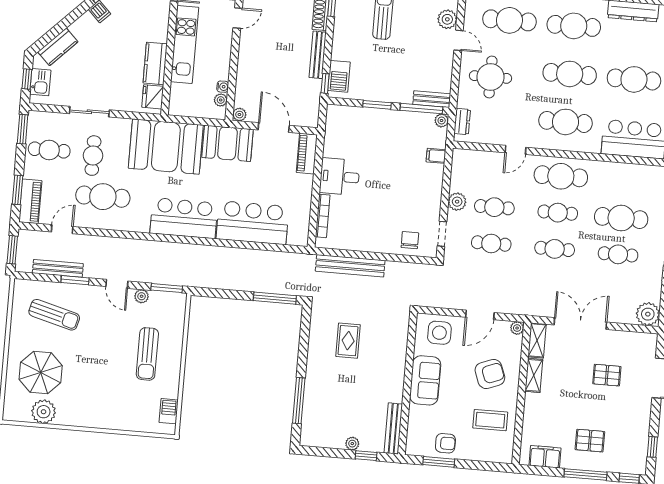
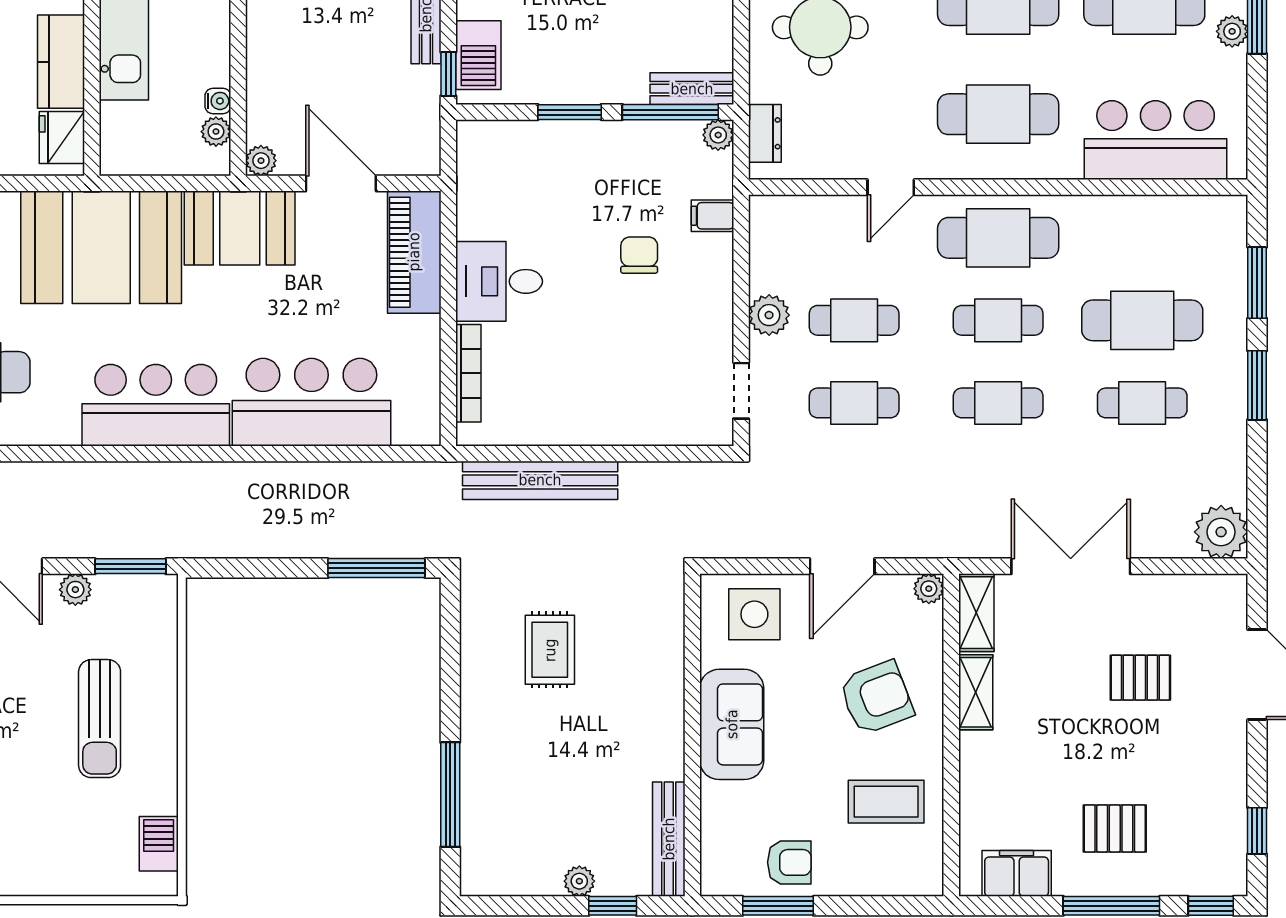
piano: (307, 154) -> (414, 252), width x1.37, depth x1.33
chair: (410, 240) -> (639, 255), moved

